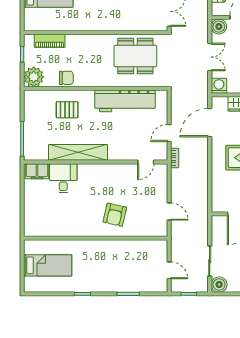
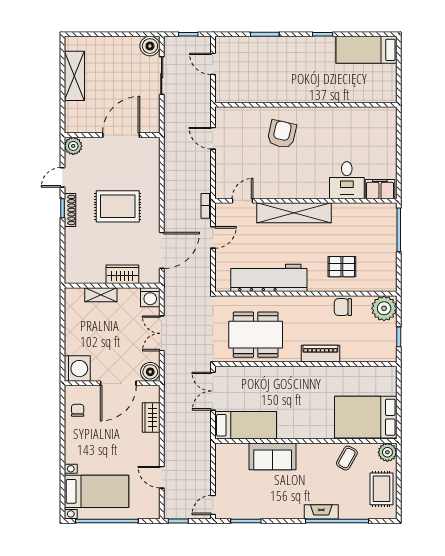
piano: (50, 41) -> (320, 354), moved
shelving: (78, 152) -> (294, 213), moved
bed: (48, 265) -> (366, 50), moved

